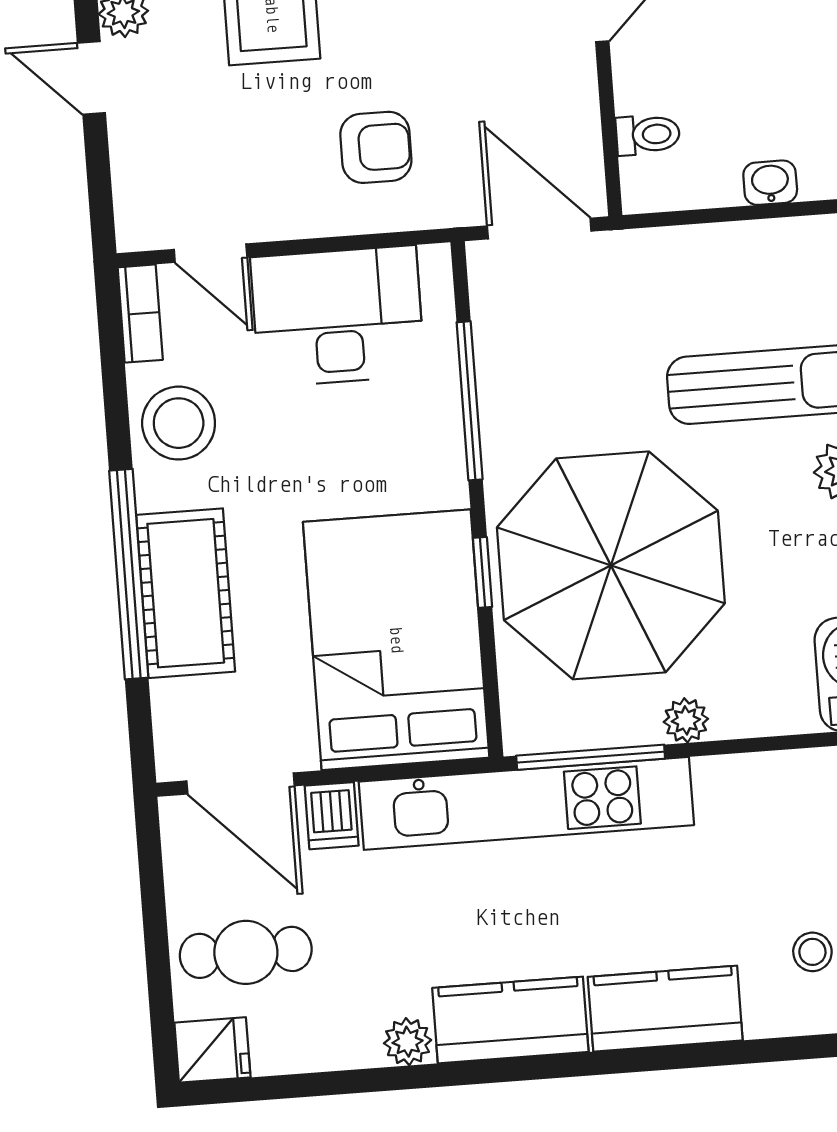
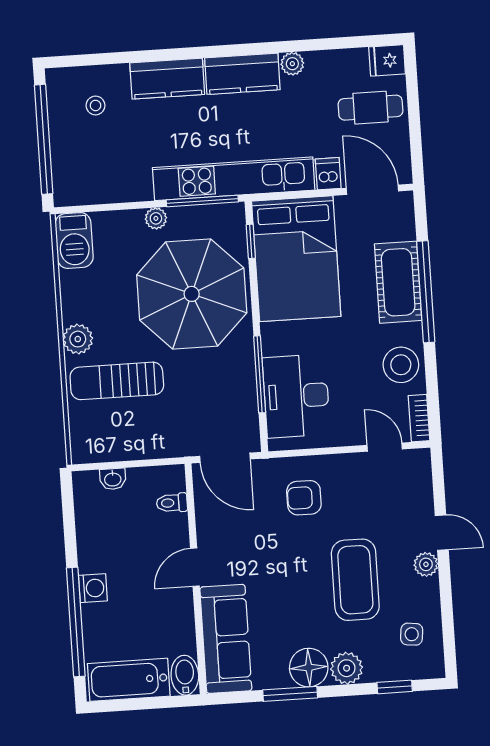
desk: (338, 316) -> (296, 396), moved, turned 90
window: (482, 572) -> (251, 241), moved

